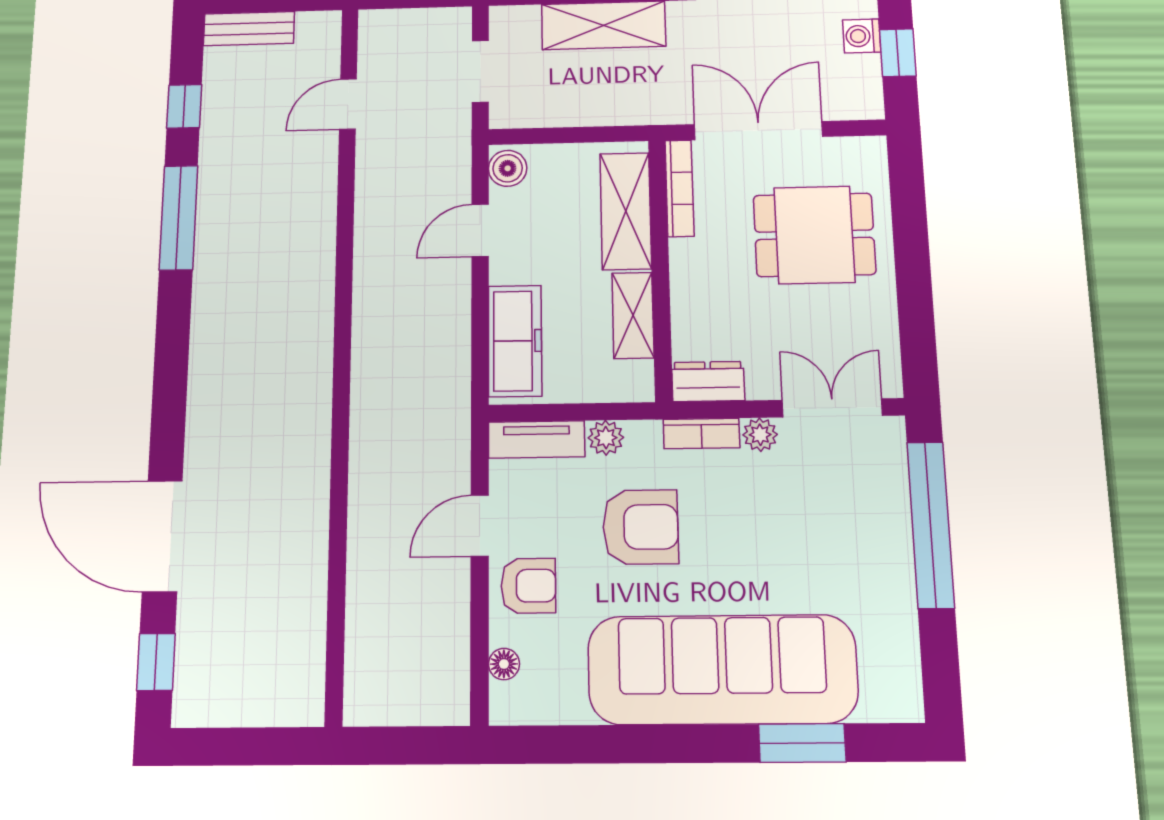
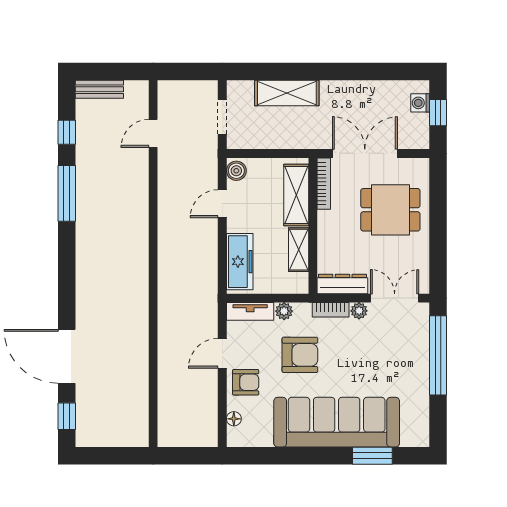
dresser: (708, 381) -> (342, 284), width x1.44

